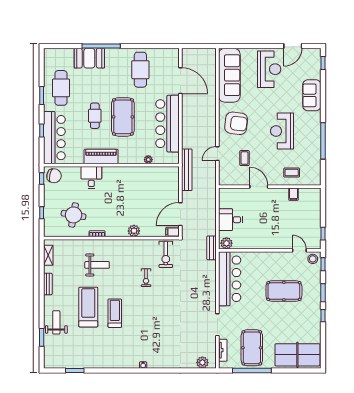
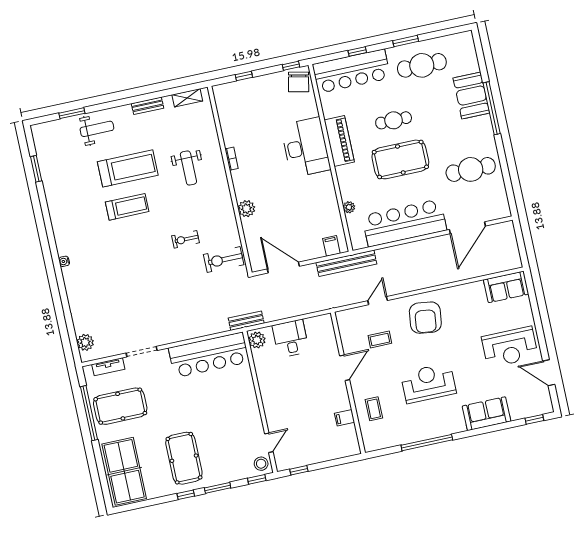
sofa: (229, 75) -> (506, 287), width x0.54, depth x0.79
door: (217, 154) -> (378, 301), hinge flipped
desk: (91, 177) -> (306, 147), width x1.87, depth x1.30
round table: (74, 215) -> (250, 121), removed
filing cabinet: (172, 232) -> (331, 246), moved
pool table: (284, 291) -> (184, 458), moved

